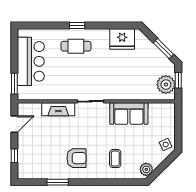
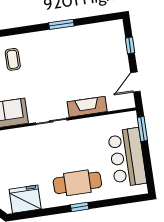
cafe table: (76, 46) -> (77, 183), width x1.37, depth x1.35
armchair: (76, 158) -> (58, 53), removed
window: (58, 182) -> (61, 24), moved

